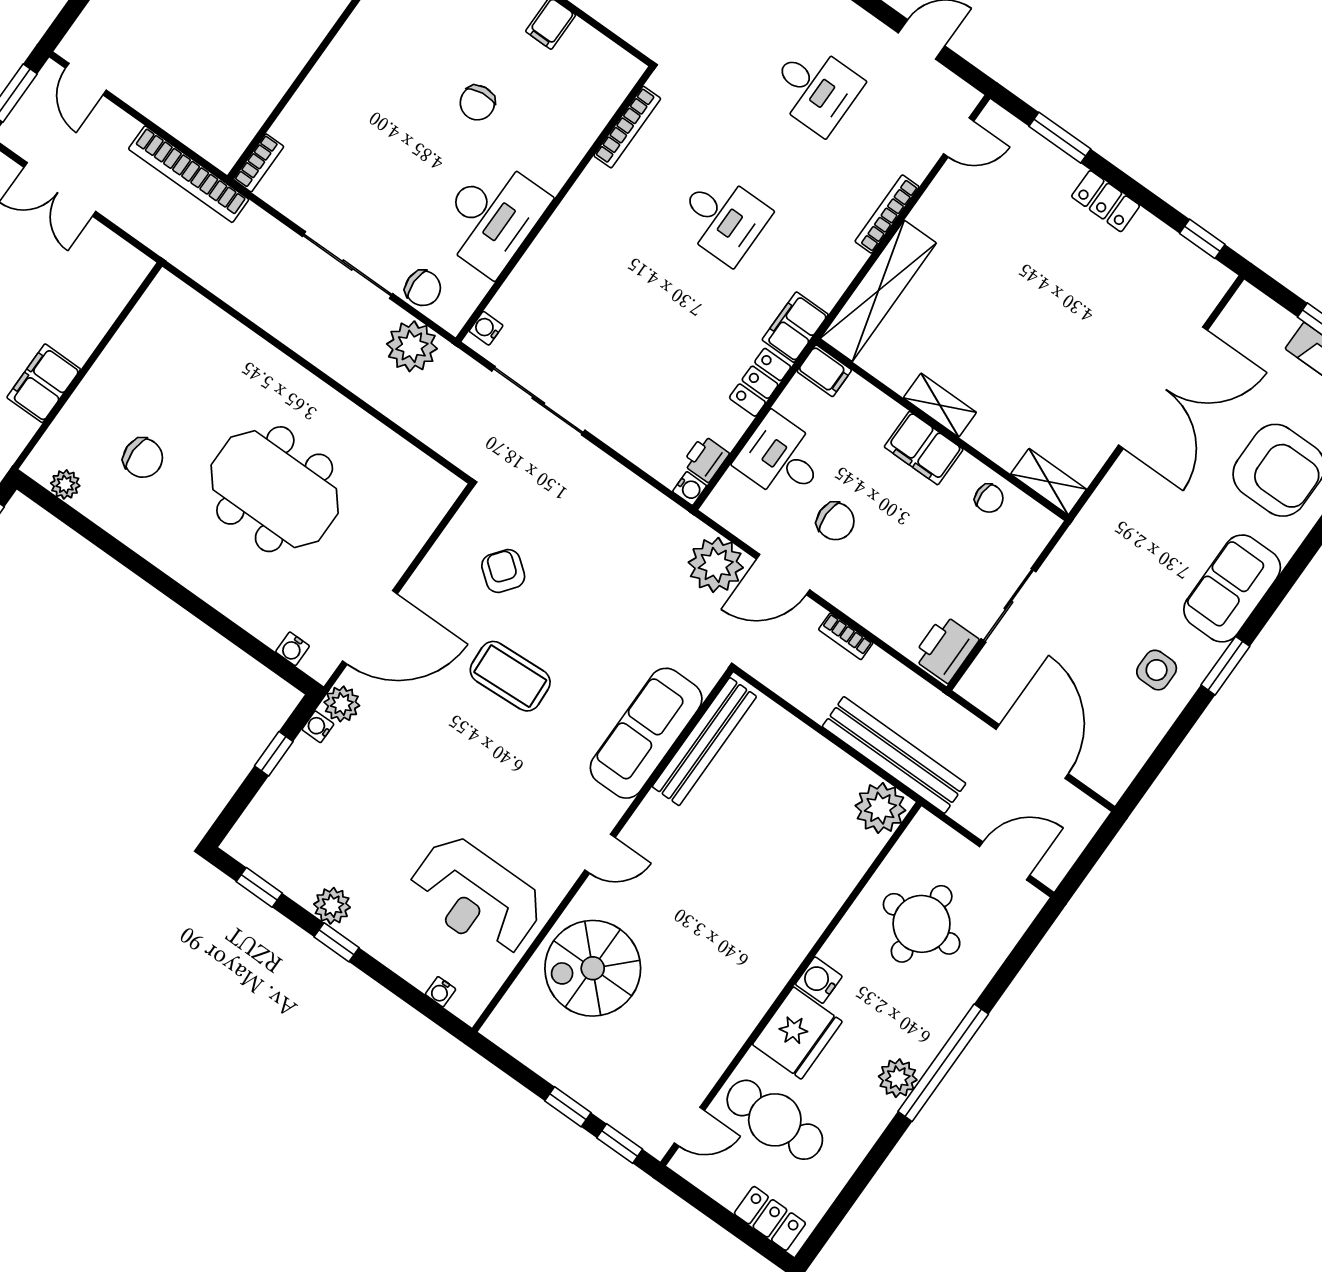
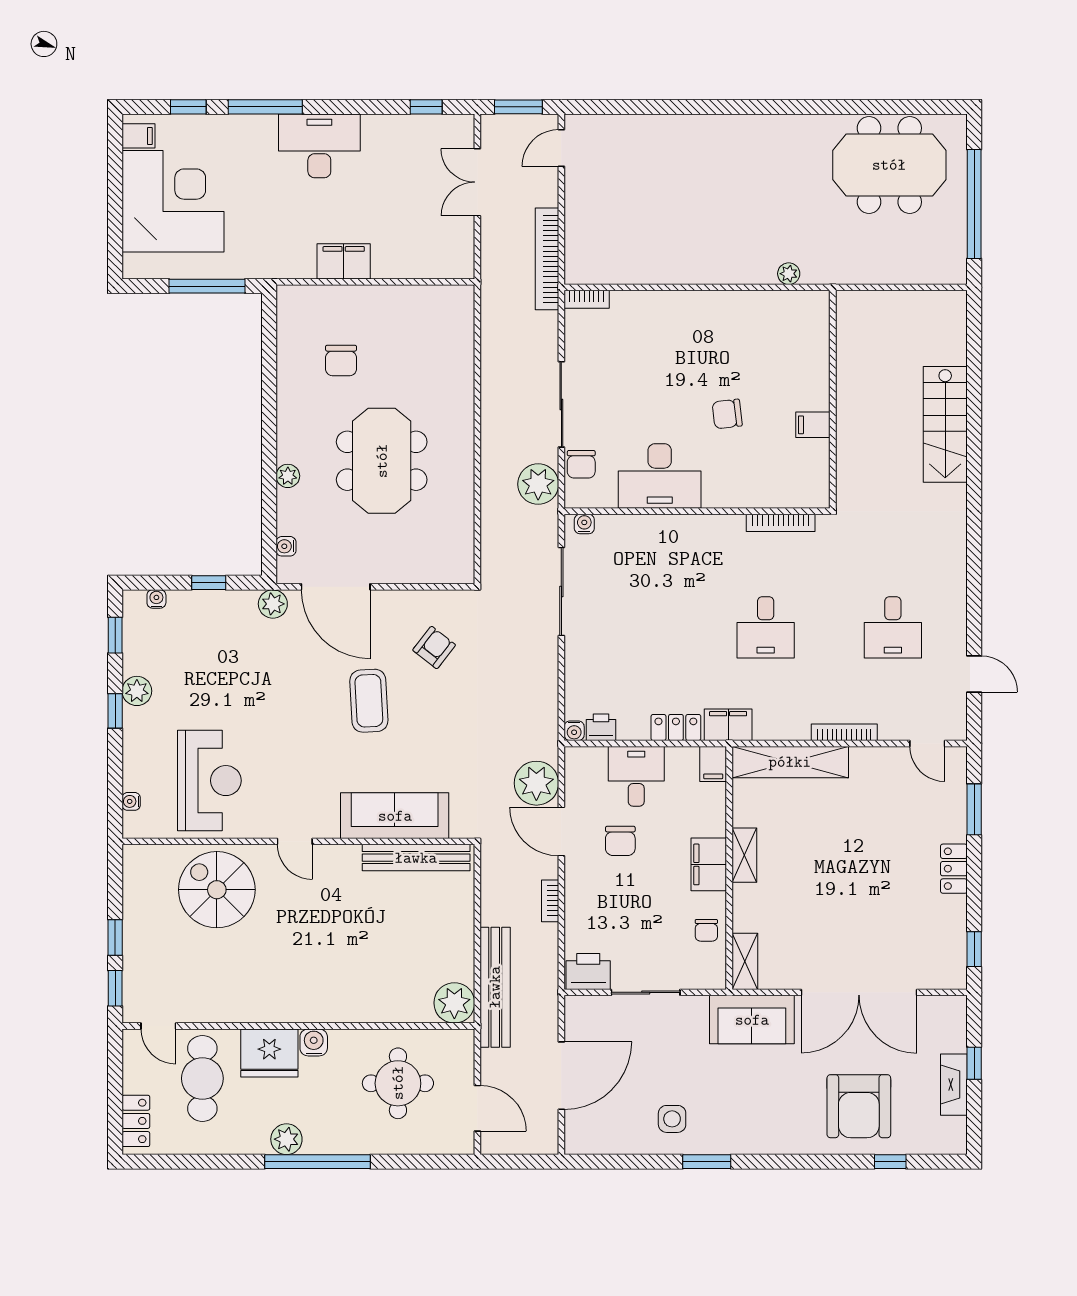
plant: (65, 484) -> (288, 476), moved
sofa: (1232, 588) -> (752, 1020), moved, turned 180
water cooler: (318, 727) -> (156, 599), moved
reception desk: (476, 897) -> (209, 781), turned 180

